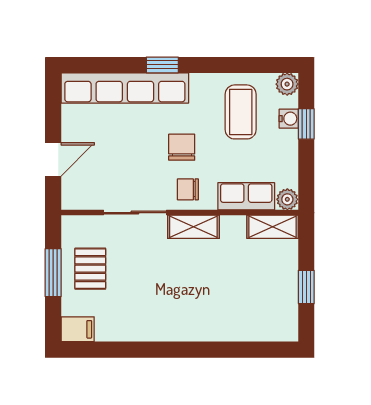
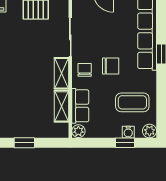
shelving: (273, 227) -> (62, 106), moved

